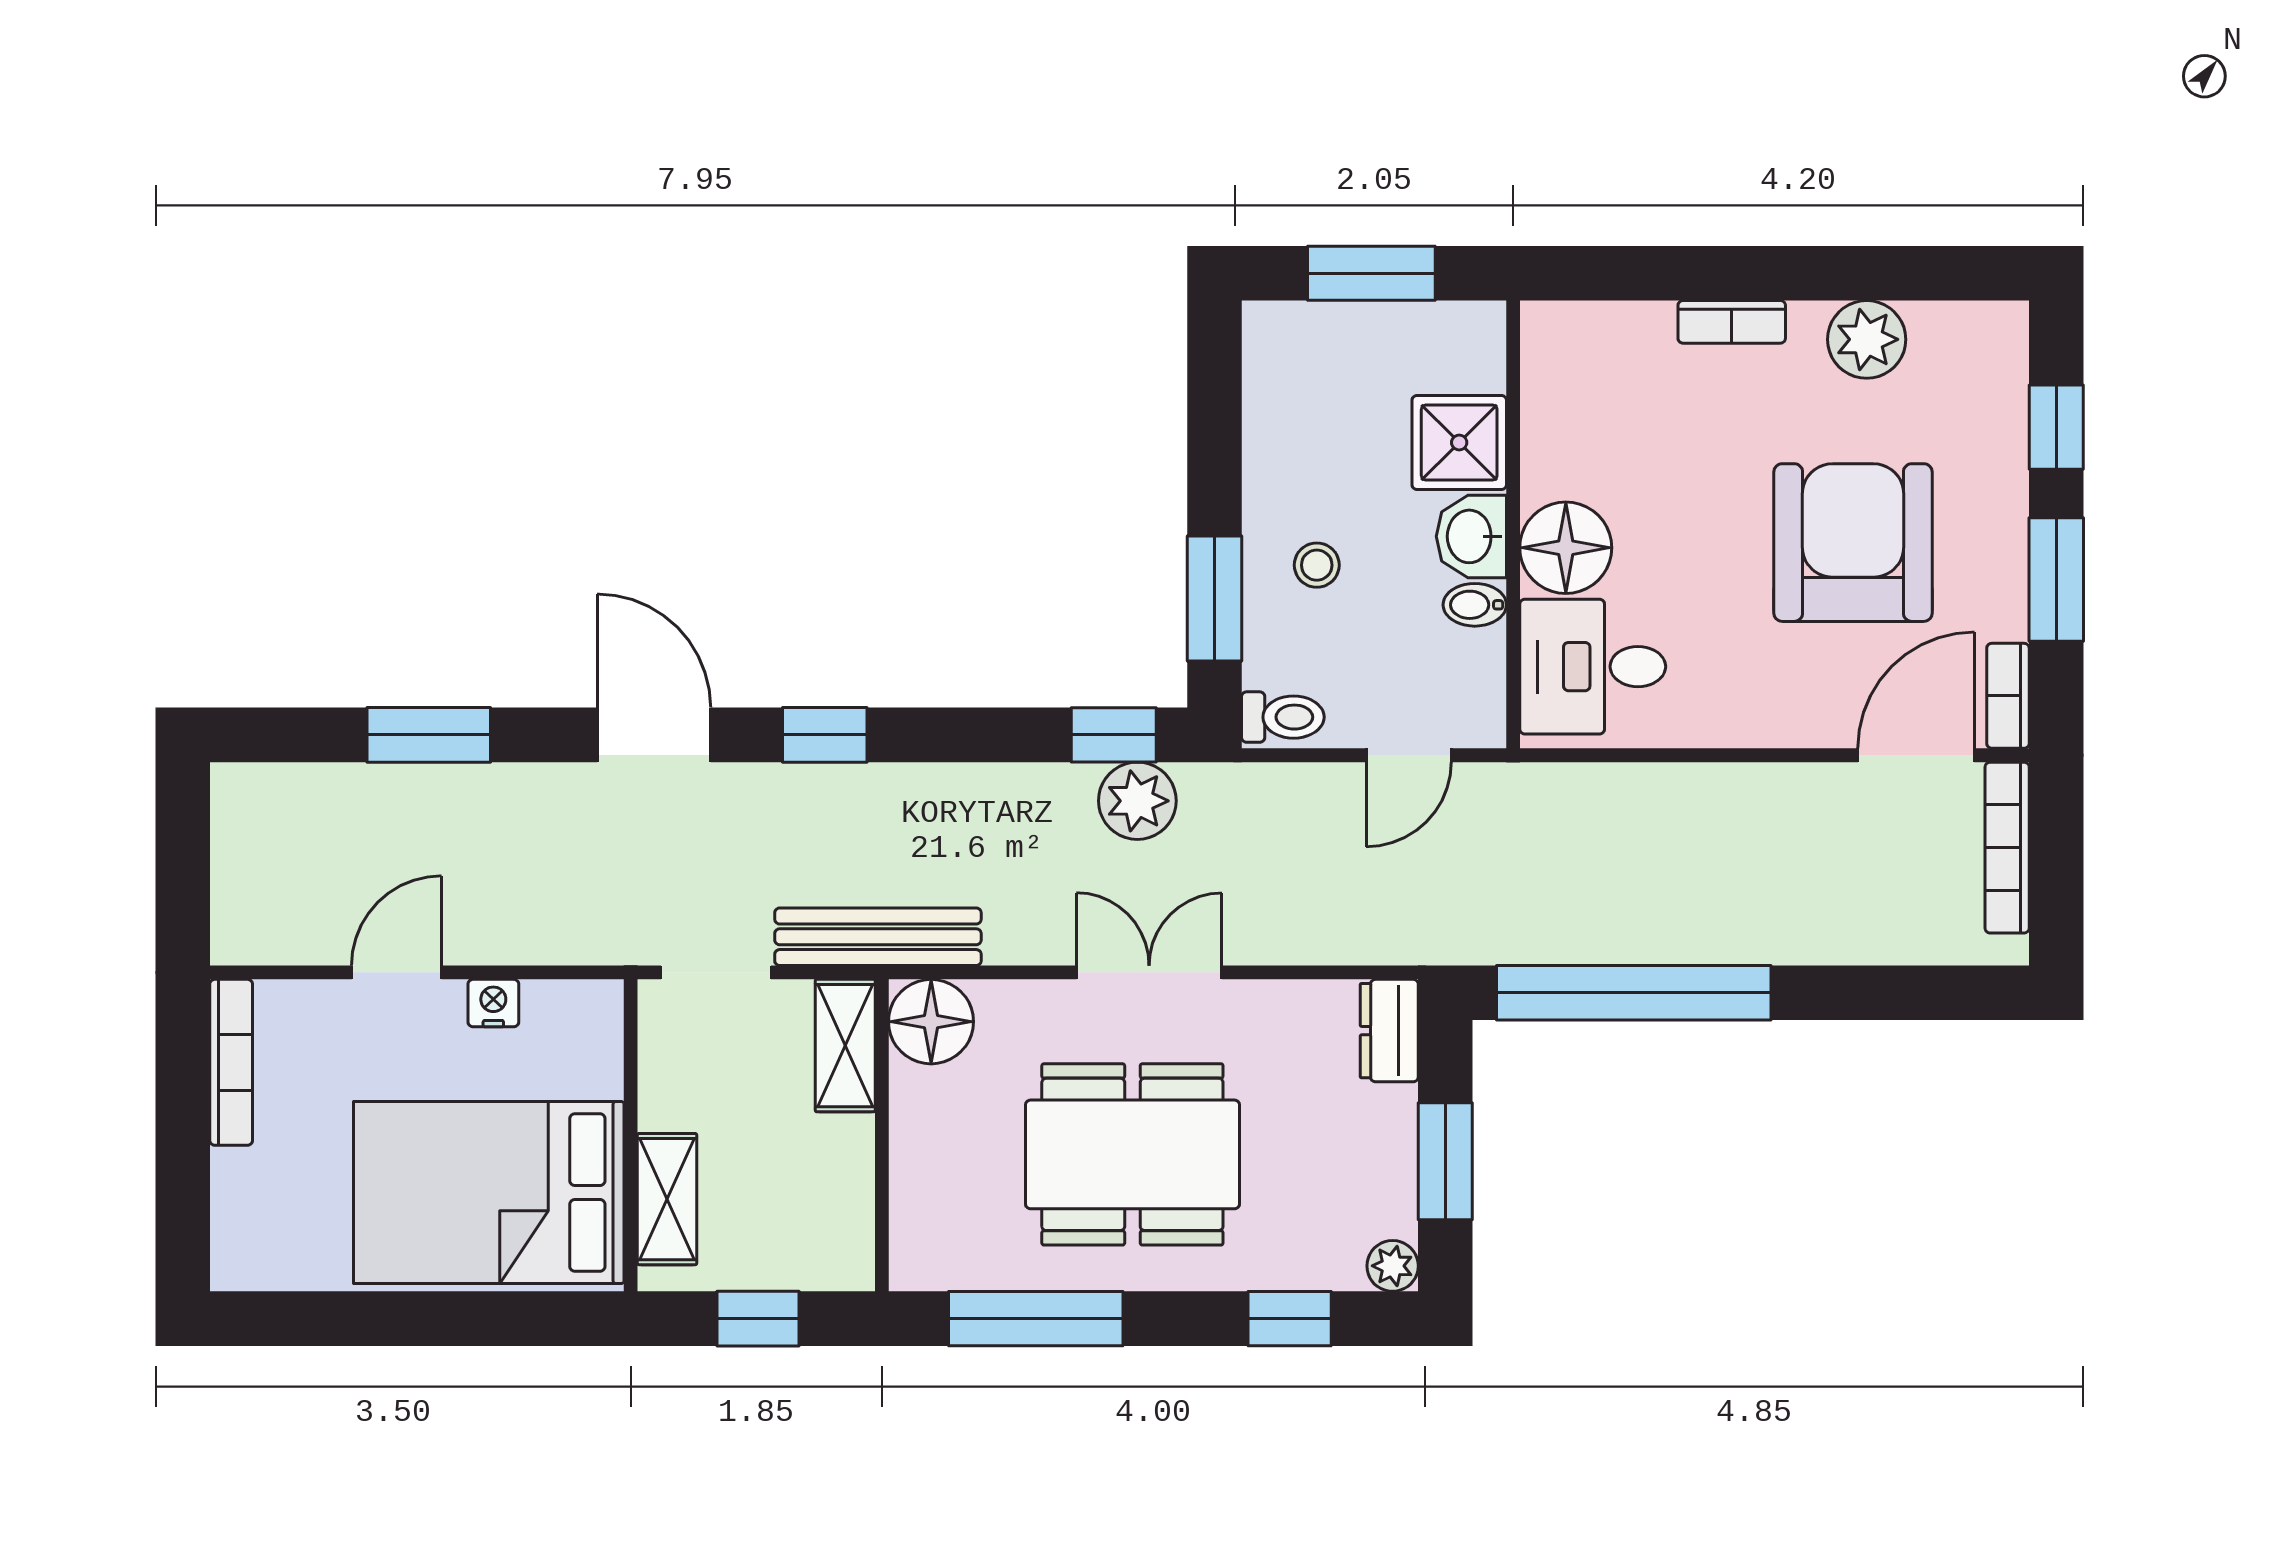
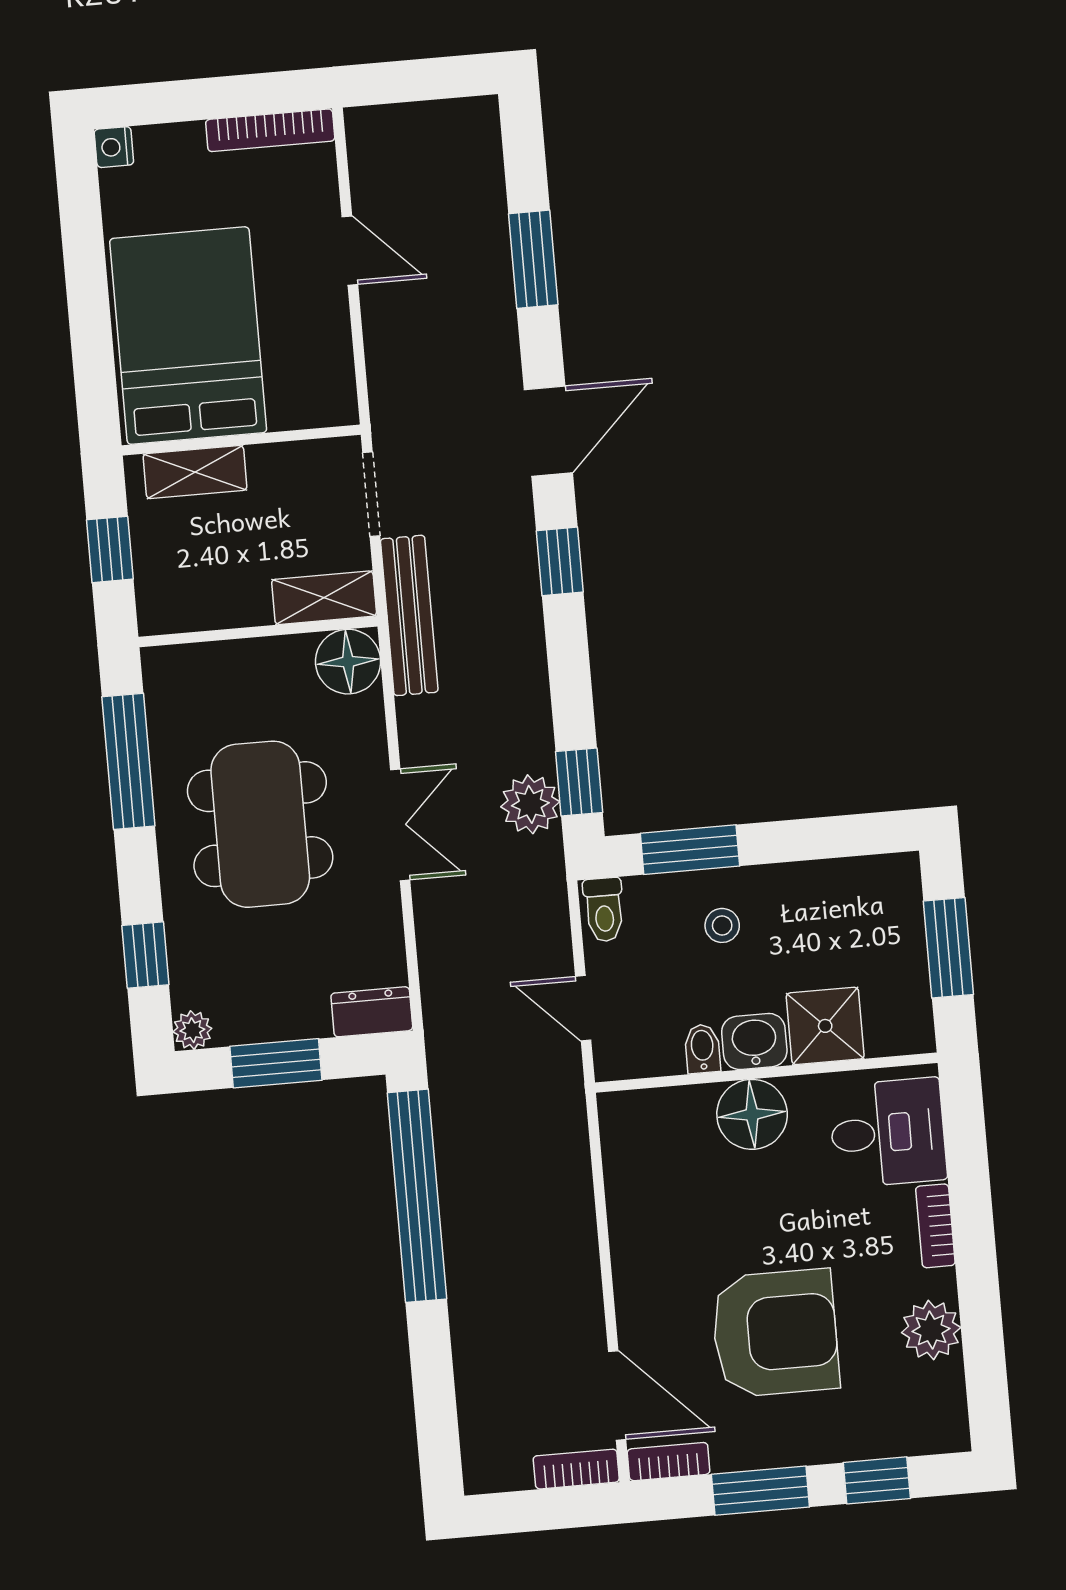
desk: (1593, 667) -> (888, 1133), moved, turned 90
bookcase: (2007, 848) -> (576, 1469), width x0.64
nightstand: (493, 1003) -> (114, 147), moved, turned 180

